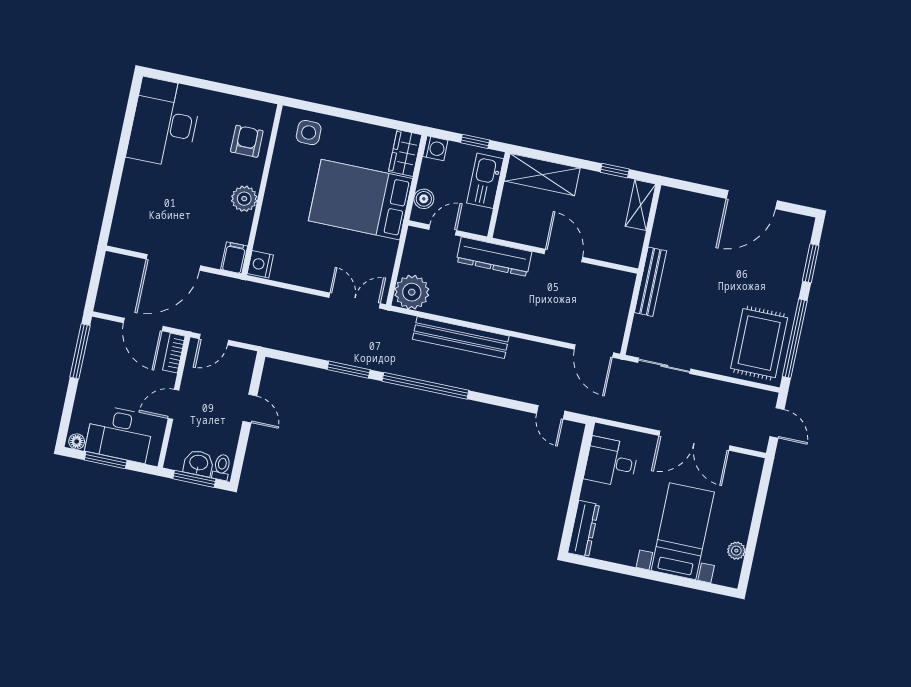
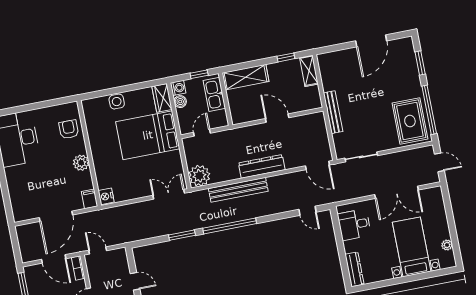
side table: (309, 133) -> (117, 102), moved
boiler: (424, 199) -> (180, 102), moved
dresser: (494, 257) -> (262, 166), moved, turned 180
door: (214, 339) -> (98, 250), swing flipped

